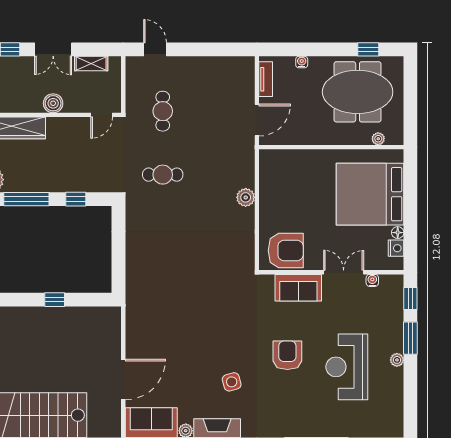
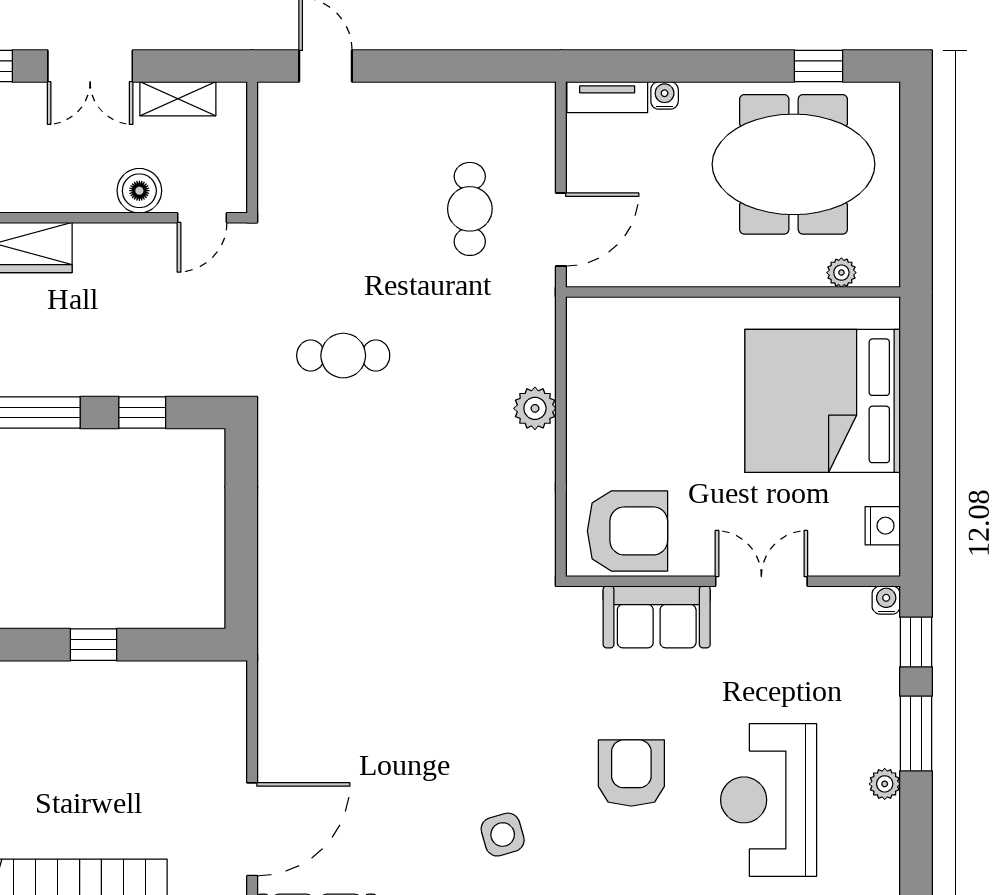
tv unit: (266, 79) -> (607, 97), moved, turned 90
boiler: (53, 103) -> (139, 191), moved
cafe table: (163, 111) -> (470, 209), moved
floor lamp: (398, 233) -> (886, 489), removed
water cooler: (372, 280) -> (886, 600), moved

